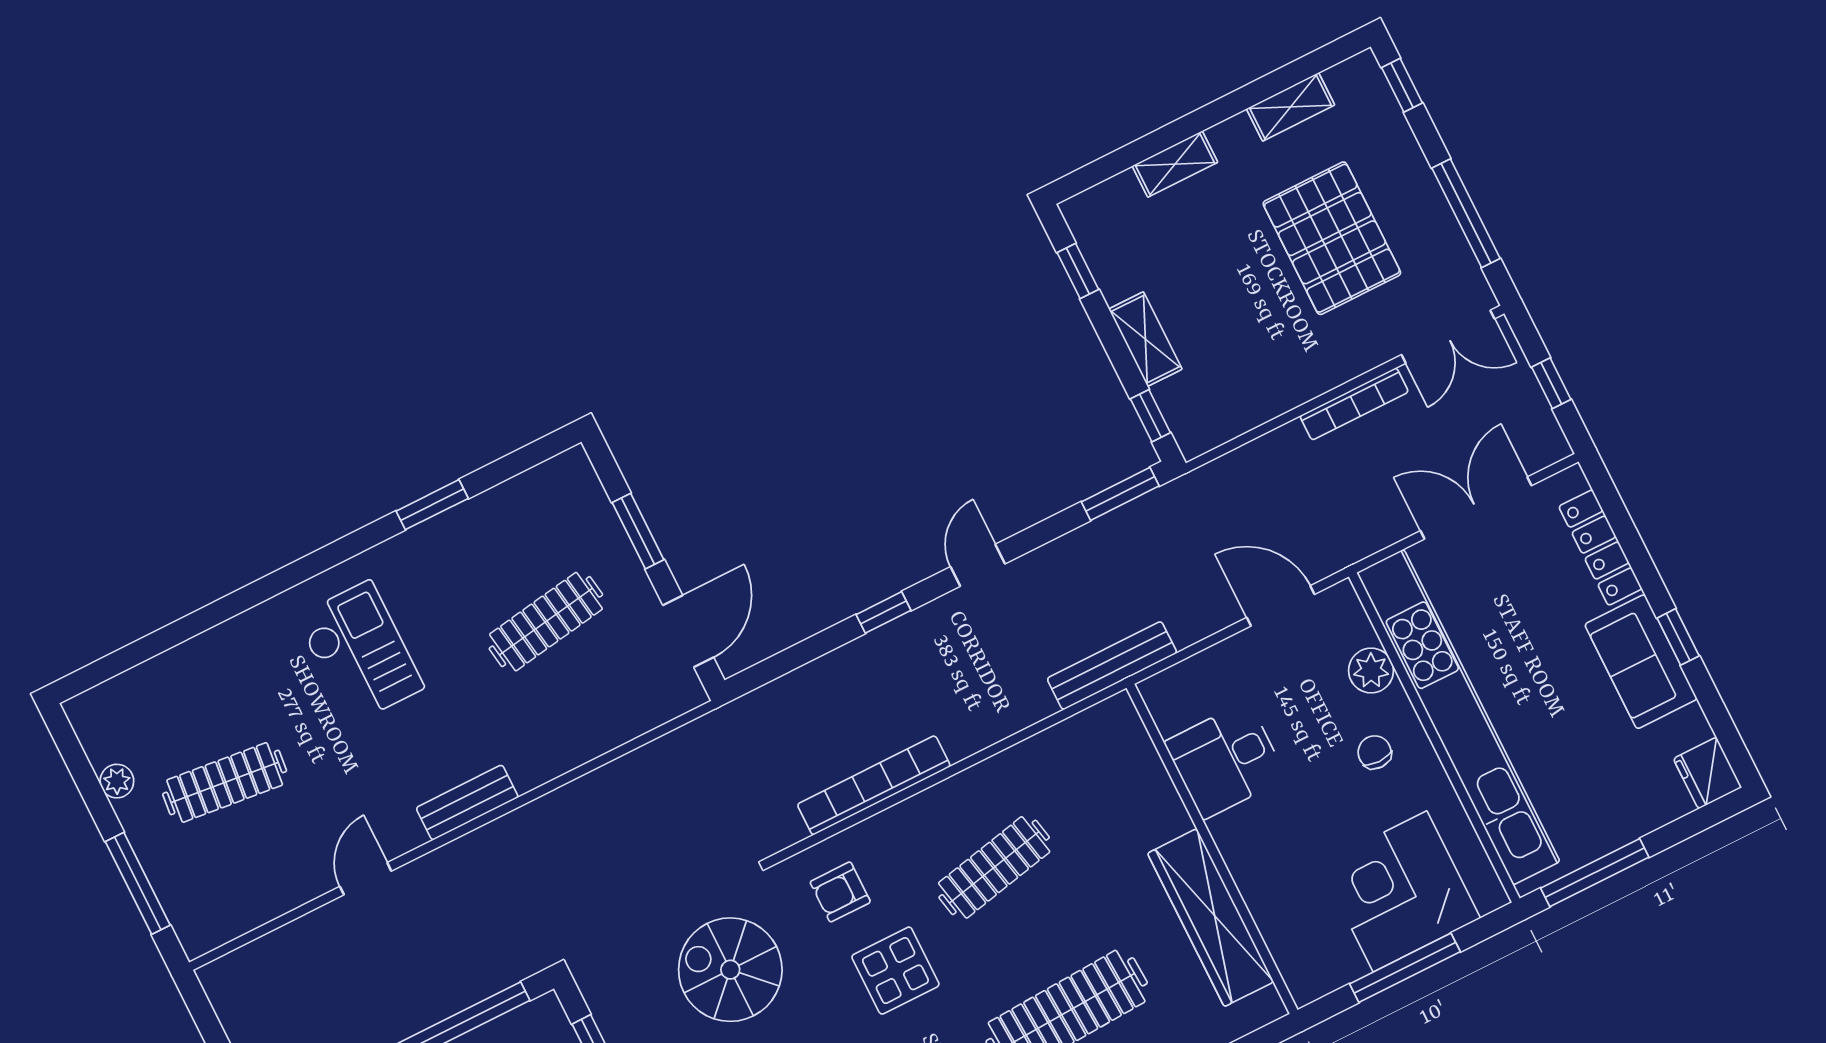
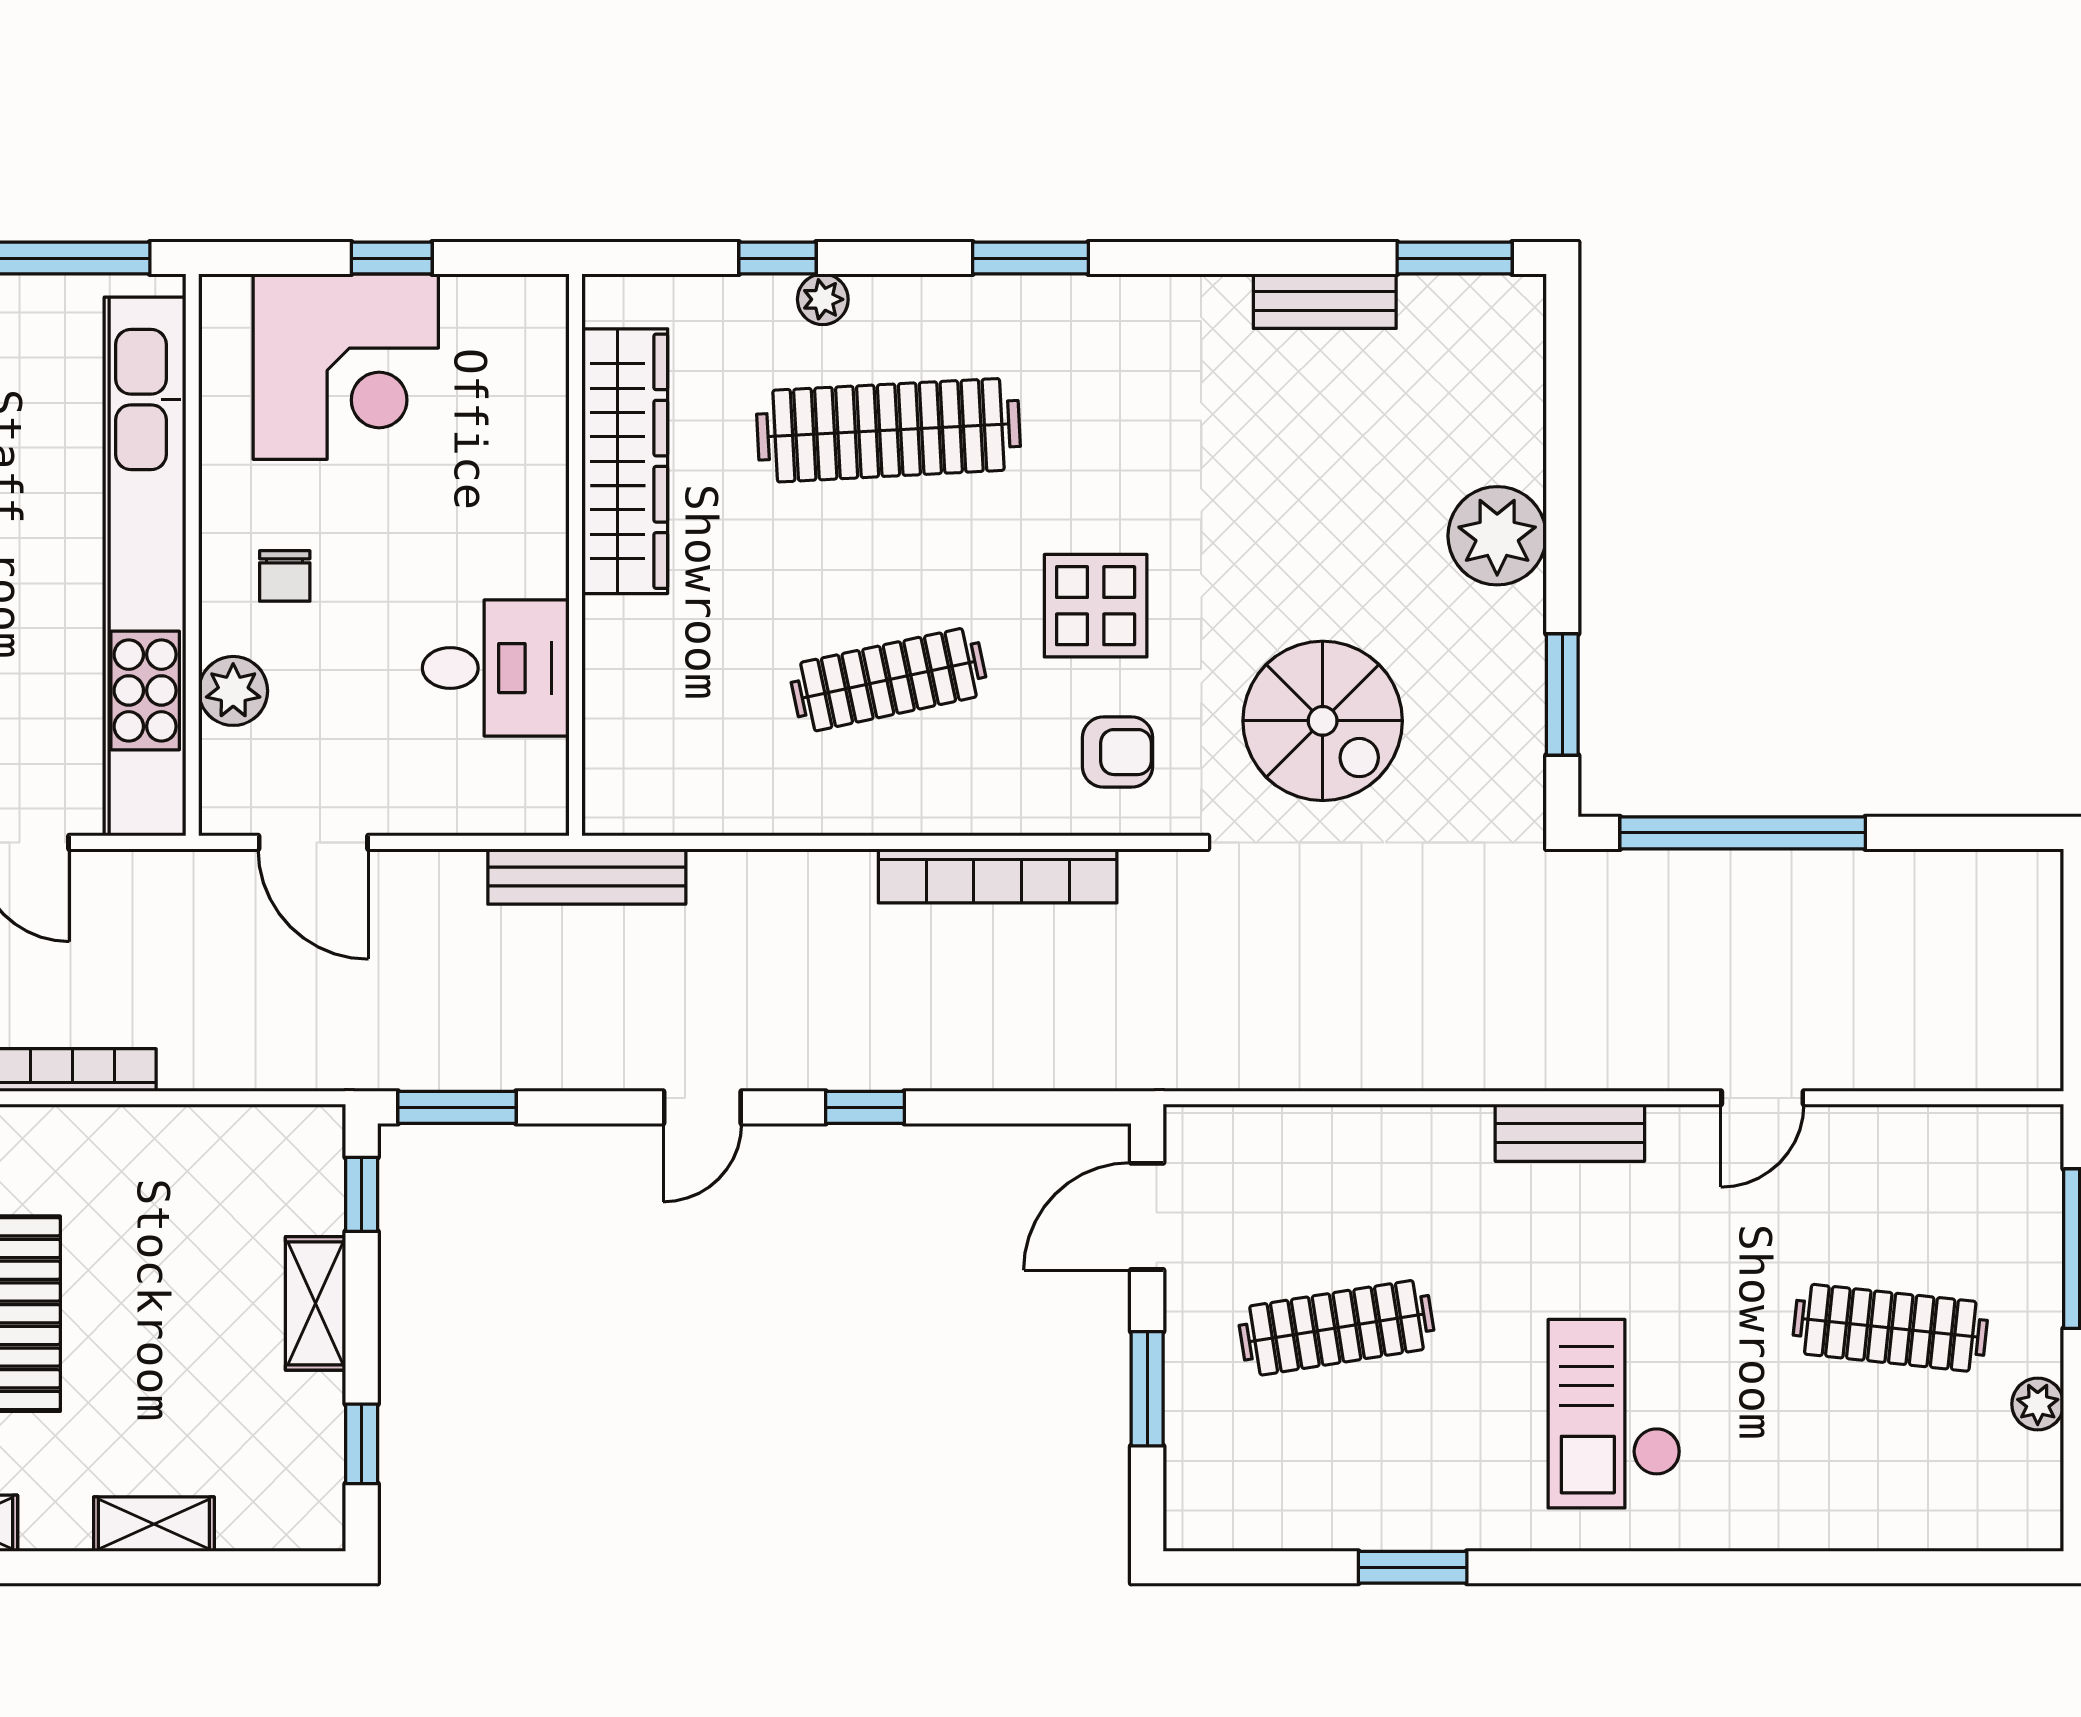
window: (1405, 968) -> (392, 258), width x0.46

